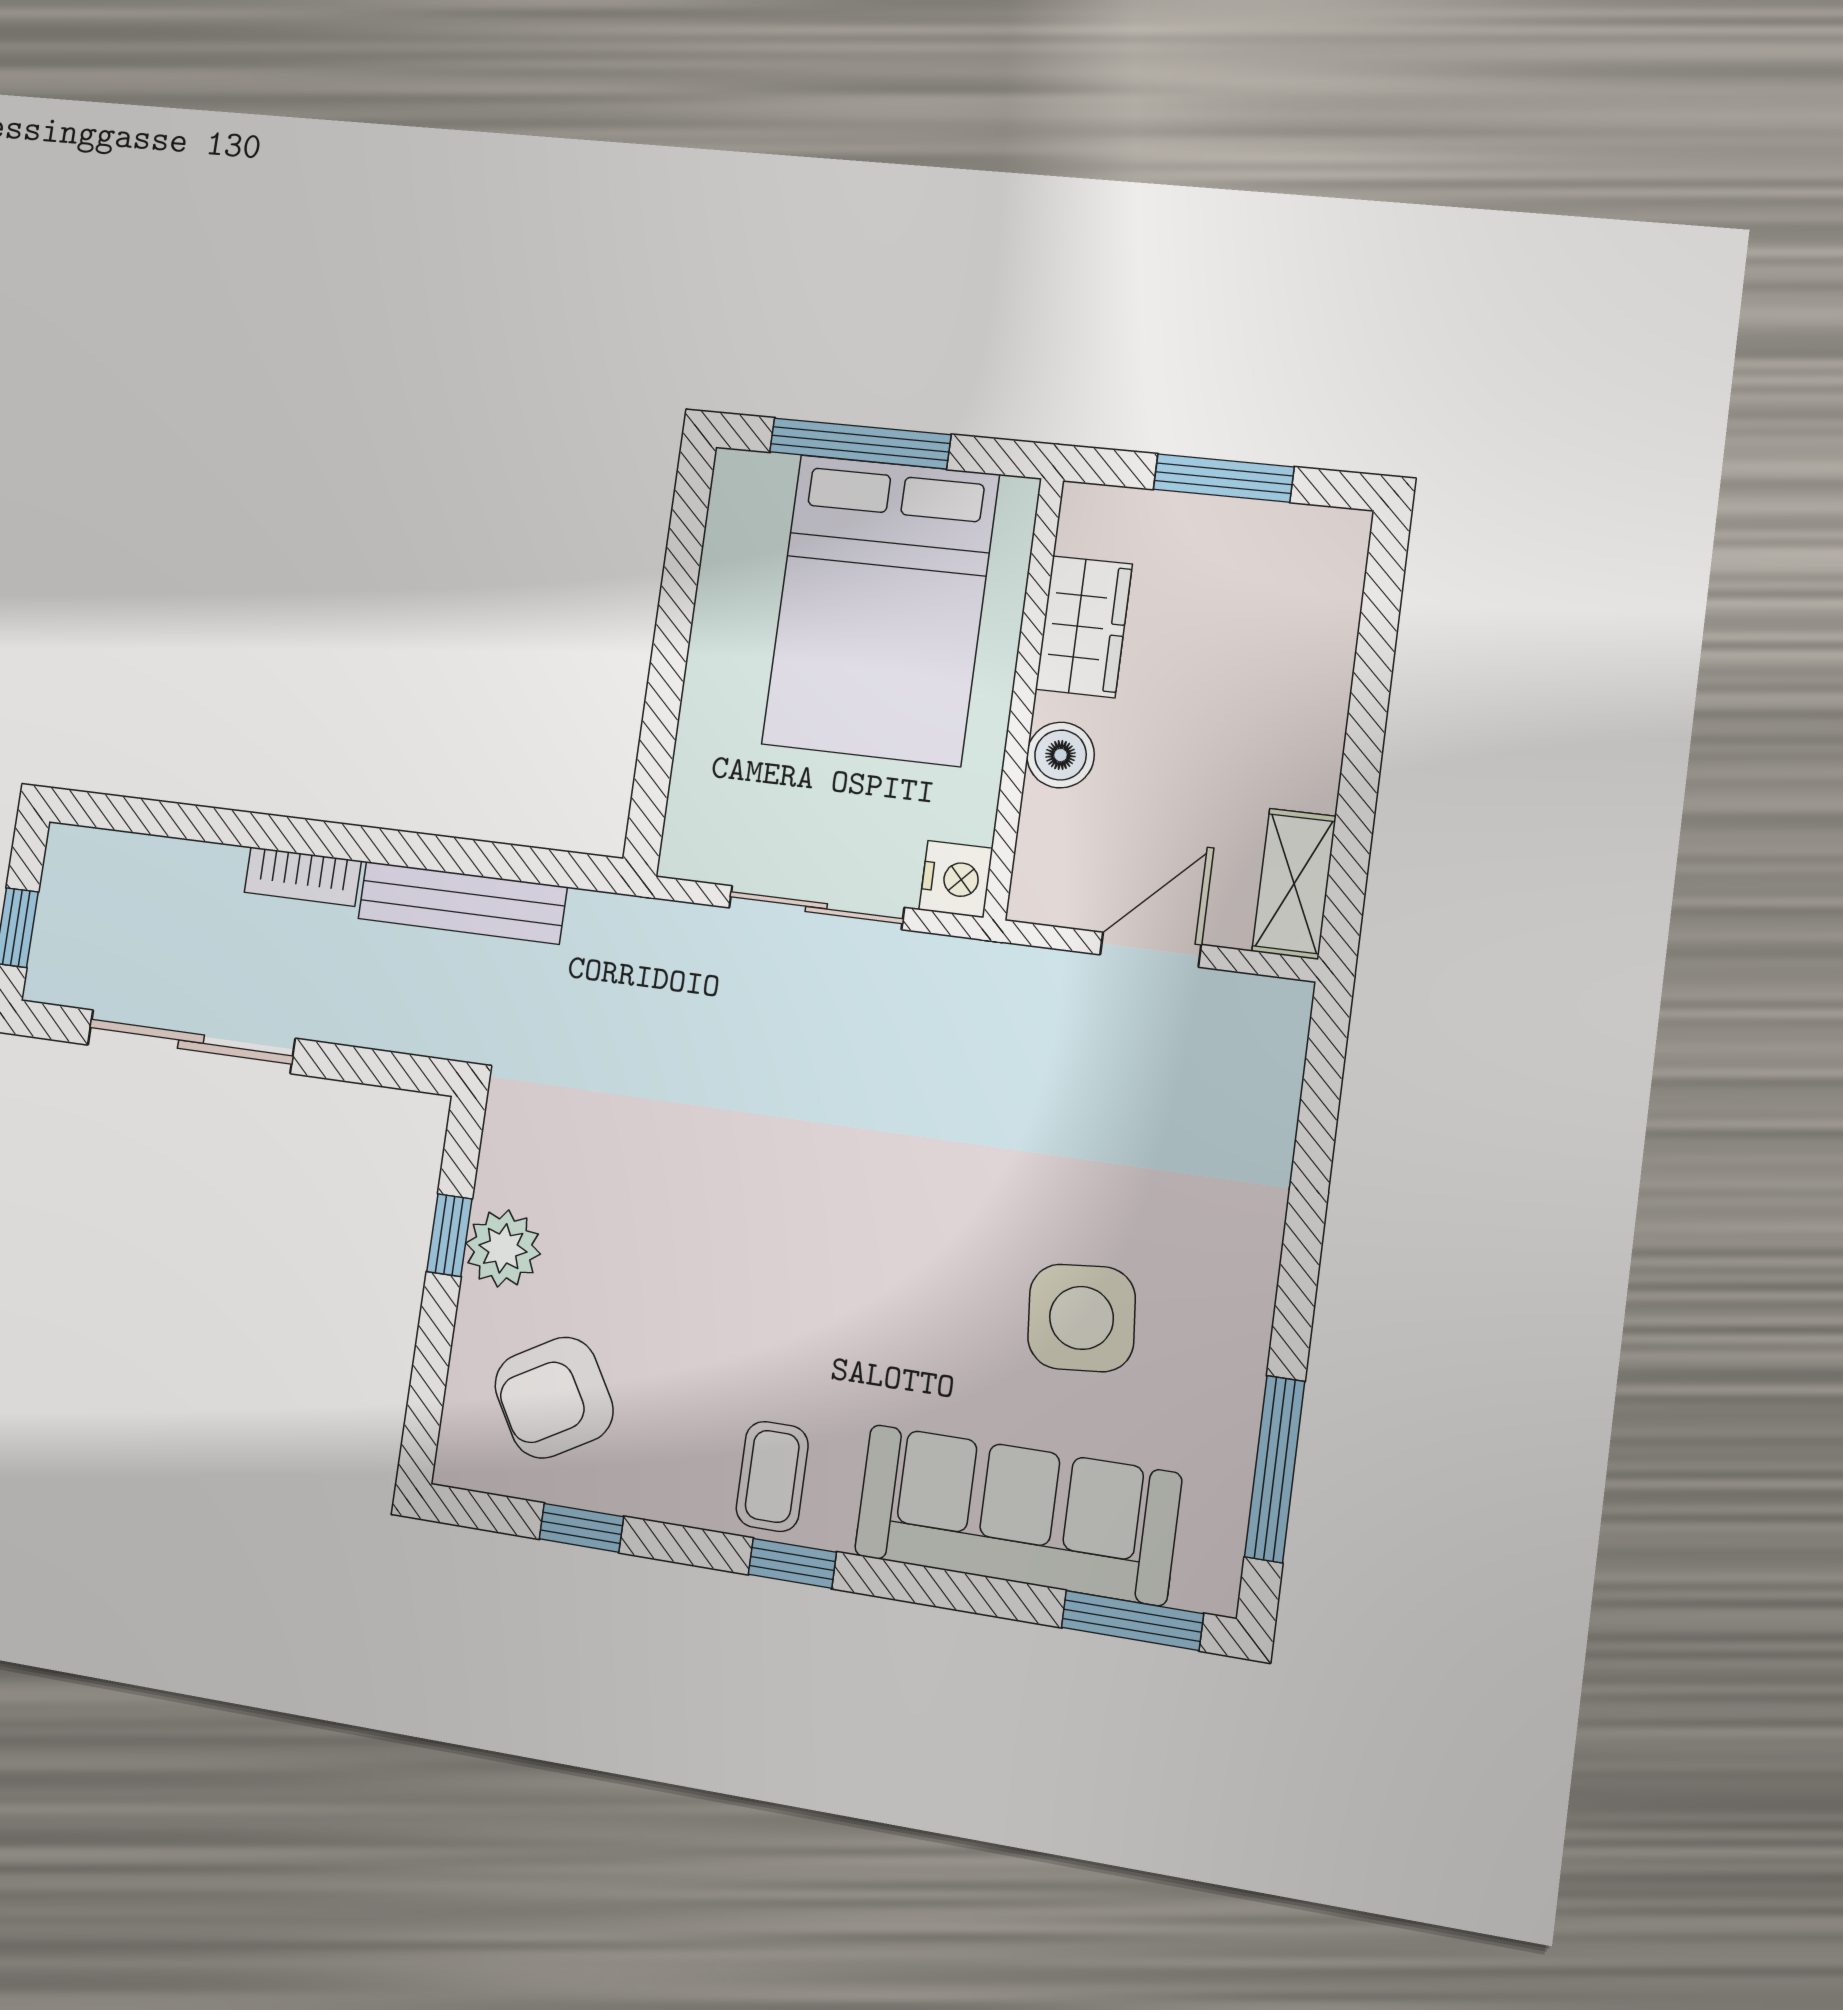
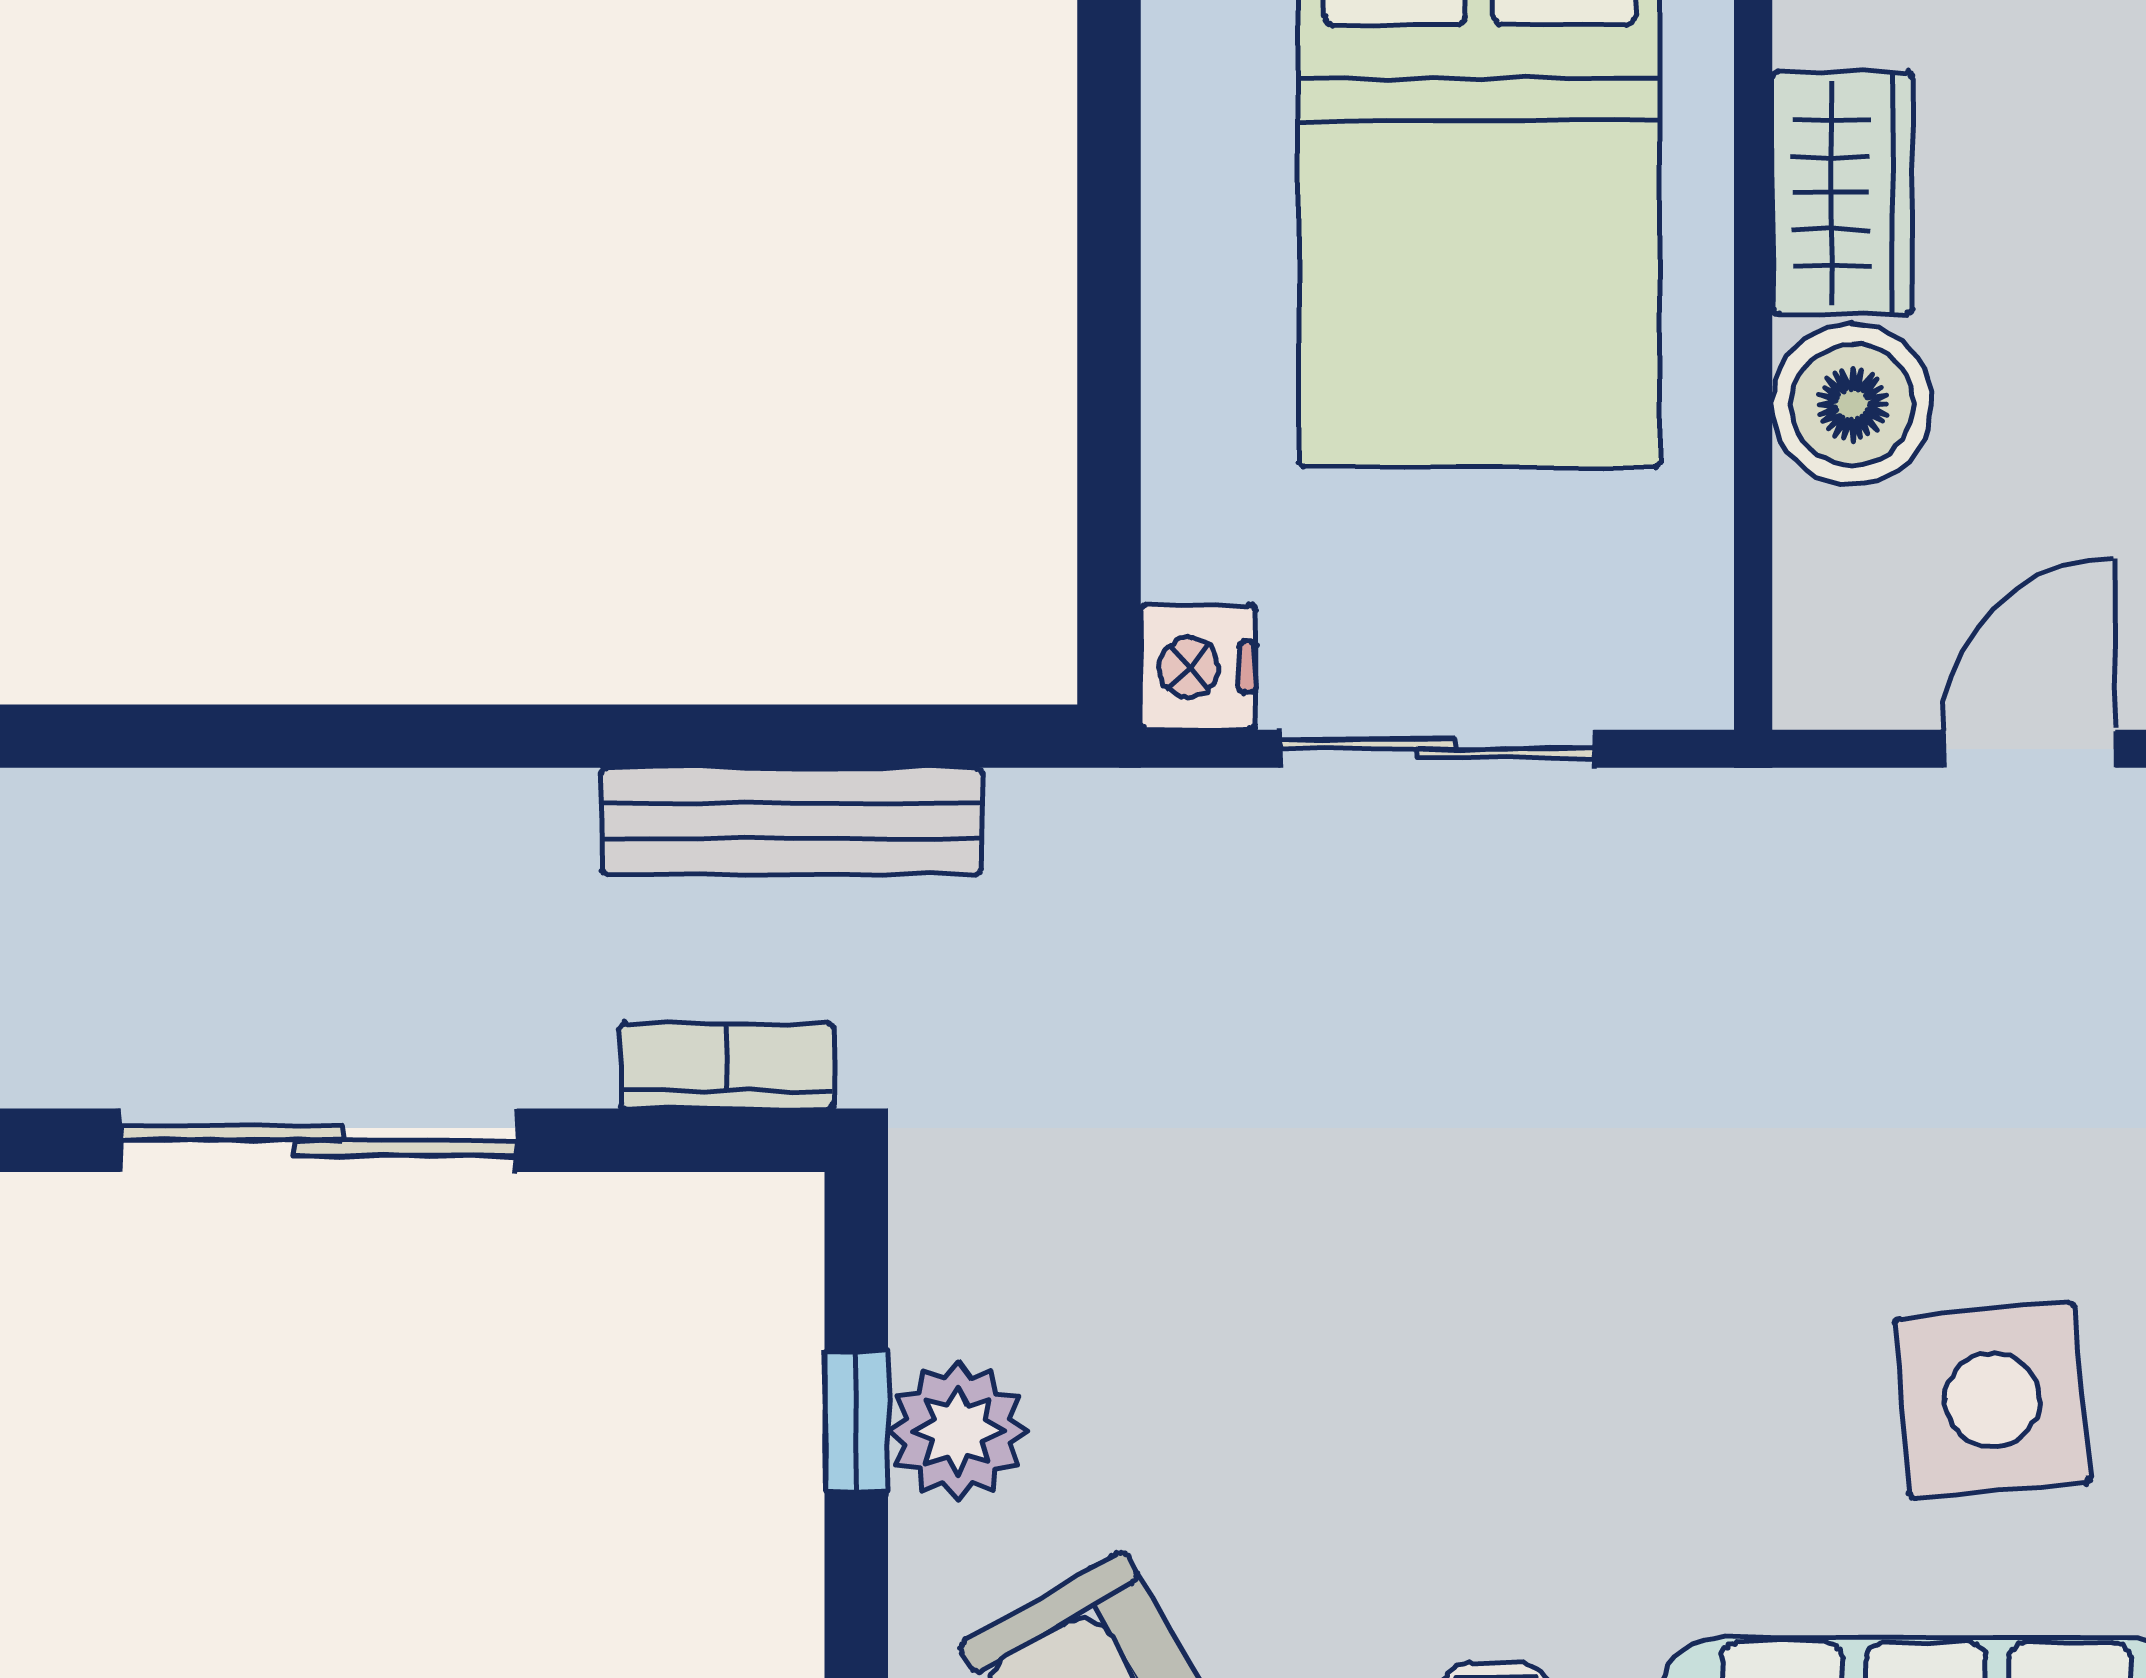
boiler: (1061, 755) -> (1852, 404), width x1.36, depth x1.36
bookcase: (303, 877) -> (727, 1066), moved, turned 180
nightstand: (956, 879) -> (1198, 667), moved, turned 180

